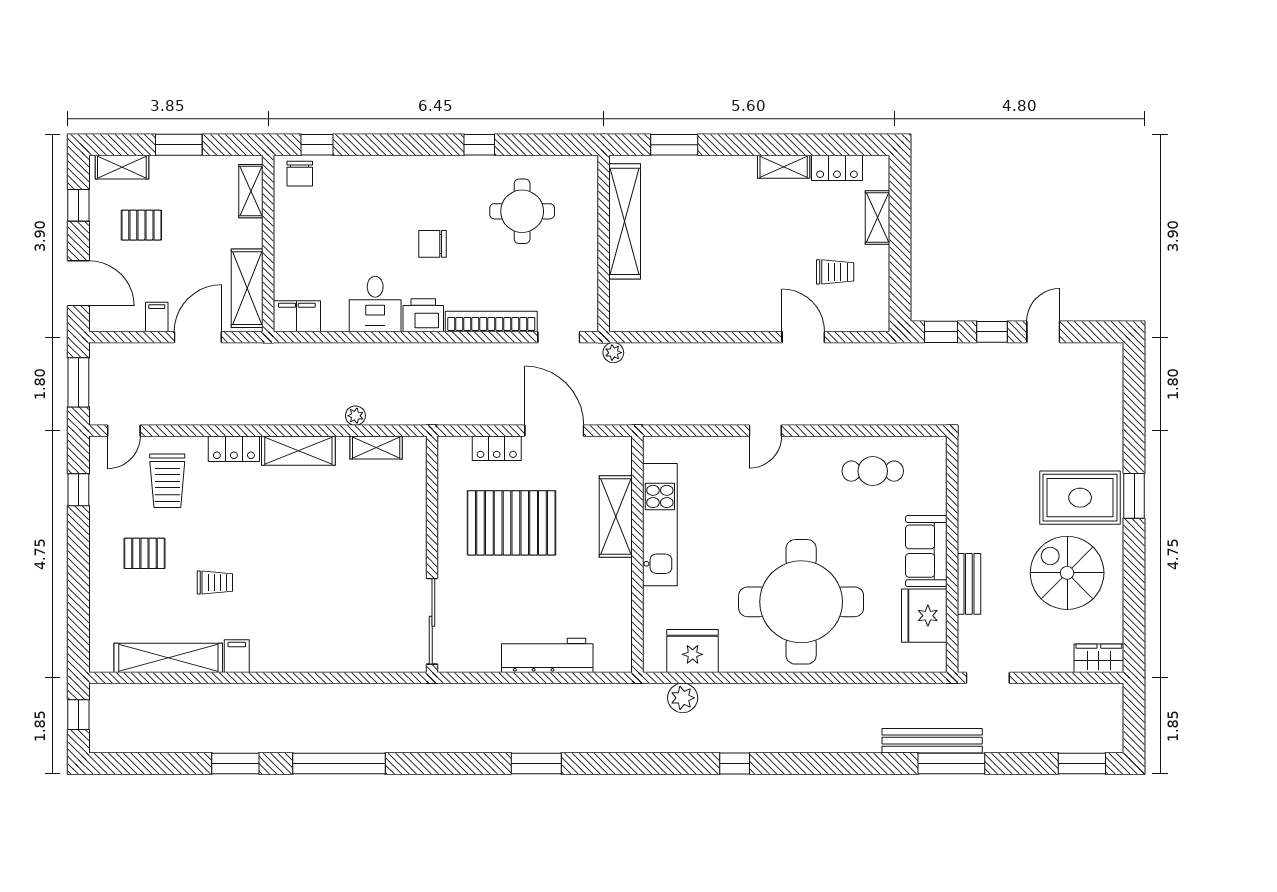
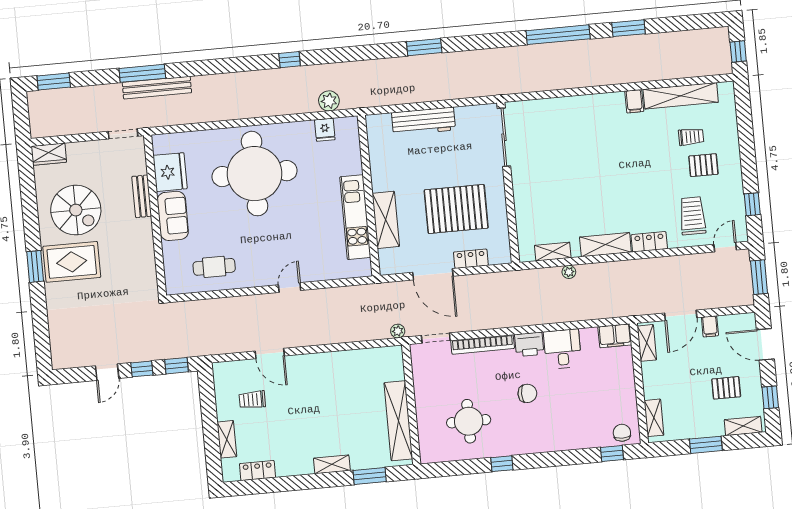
shelving: (784, 167) -> (332, 464), moved
shelving: (247, 288) -> (647, 343), width x0.67, depth x0.75
trolley: (215, 582) -> (691, 137), moved, turned 180
fridge: (693, 651) -> (325, 130), width x0.53, depth x0.75

